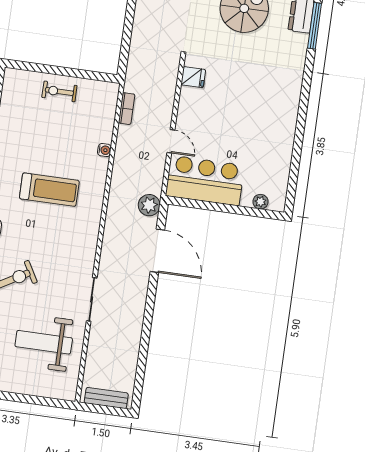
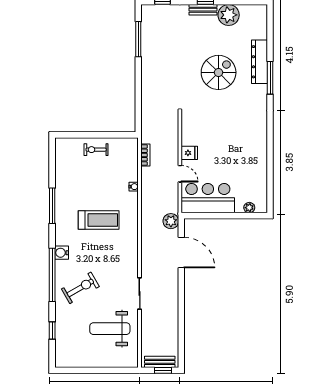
fridge: (193, 77) -> (189, 153), moved
window: (109, 410) -> (163, 370), added

